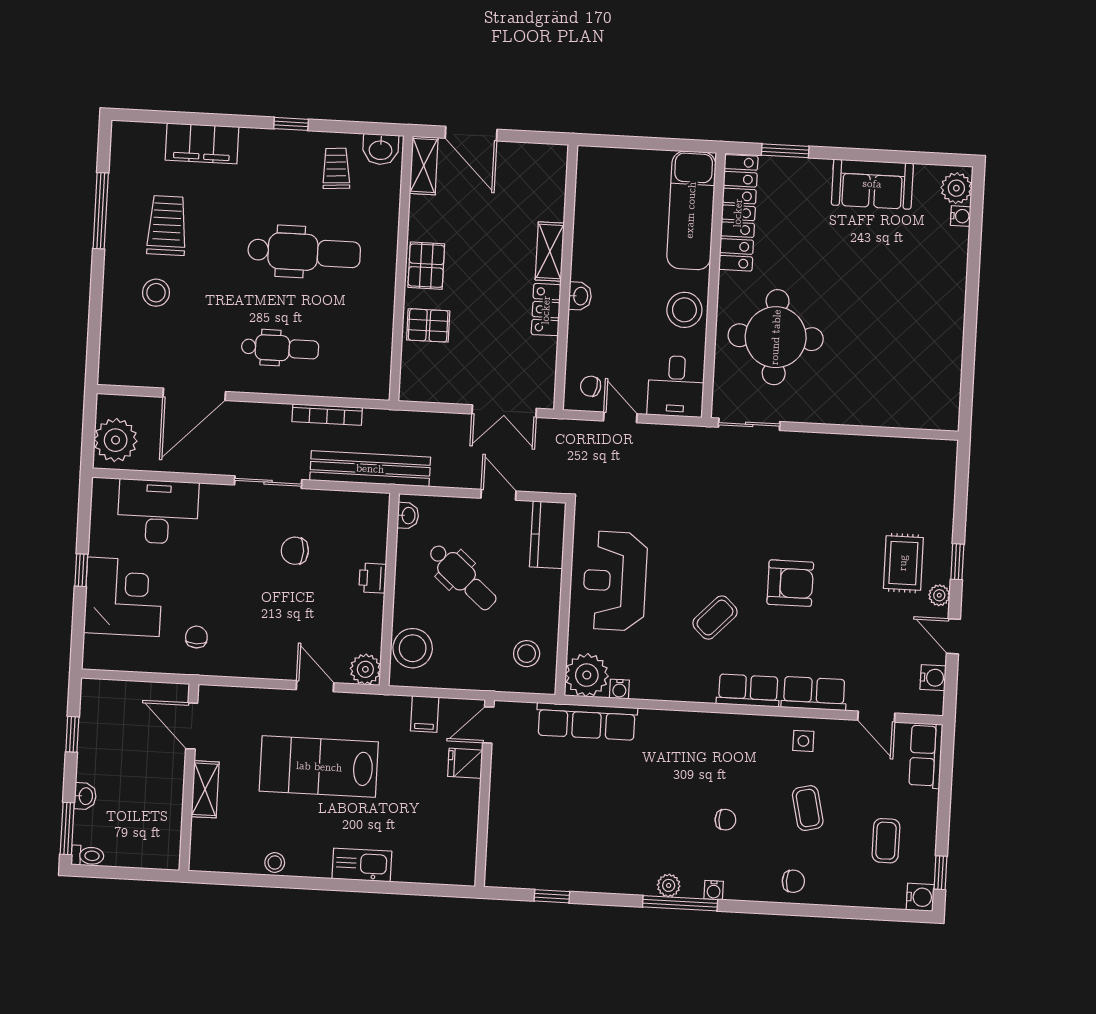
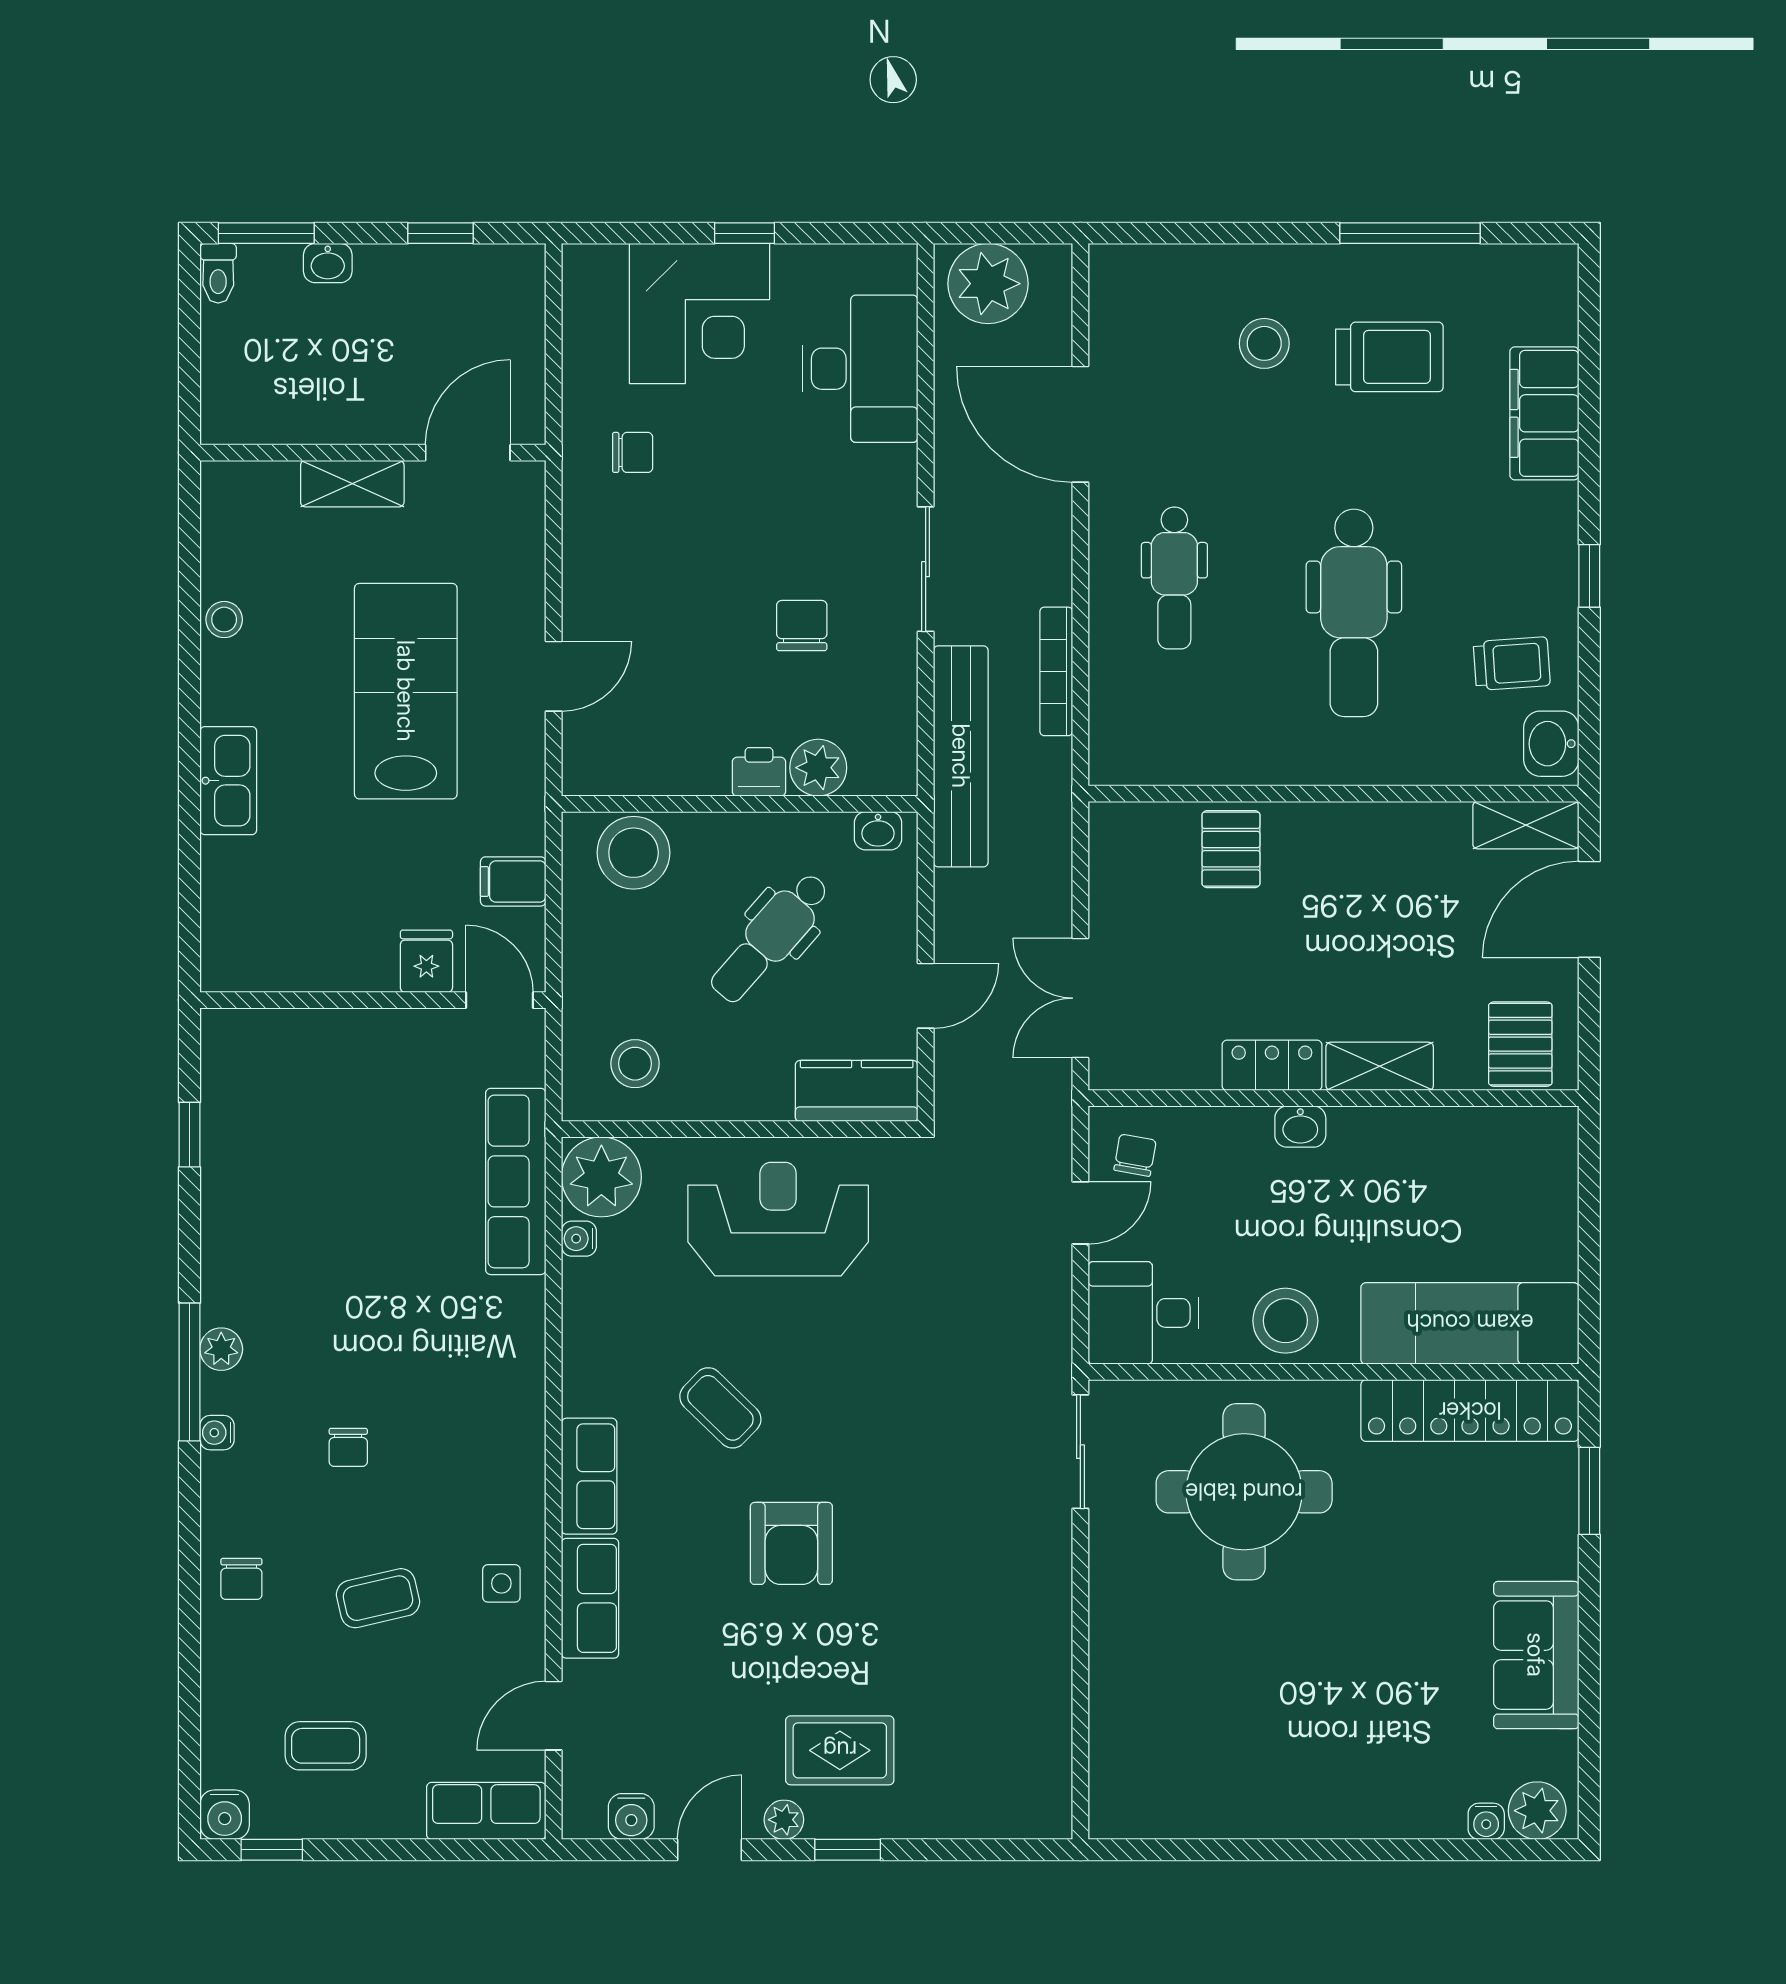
pallet: (426, 266) -> (1520, 1044), moved, turned 90
plant: (365, 669) -> (818, 768), moved

